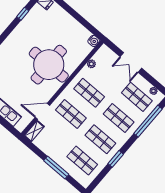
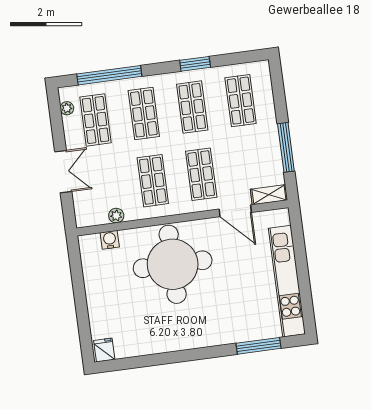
window: (23, 14) -> (147, 361), removed
water cooler: (94, 41) -> (110, 240), moved
window: (56, 168) -> (286, 147), moved

